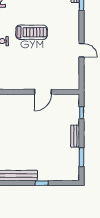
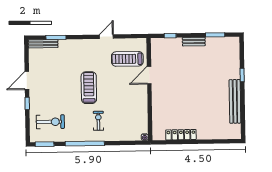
treadmill: (59, 71) -> (127, 59), added
door: (43, 92) -> (149, 75), swing flipped

